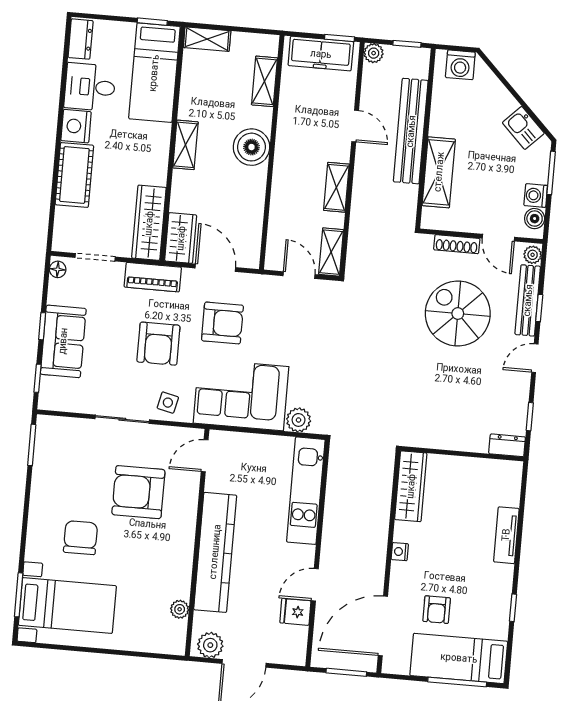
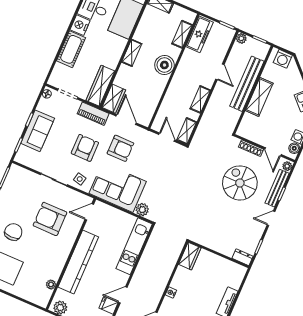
freezer: (321, 54) -> (199, 34), moved, turned -90
shelving: (439, 172) -> (259, 97), moved
armchair: (158, 344) -> (85, 148), turned 180
wardrobe: (411, 486) -> (190, 256), width x0.67

